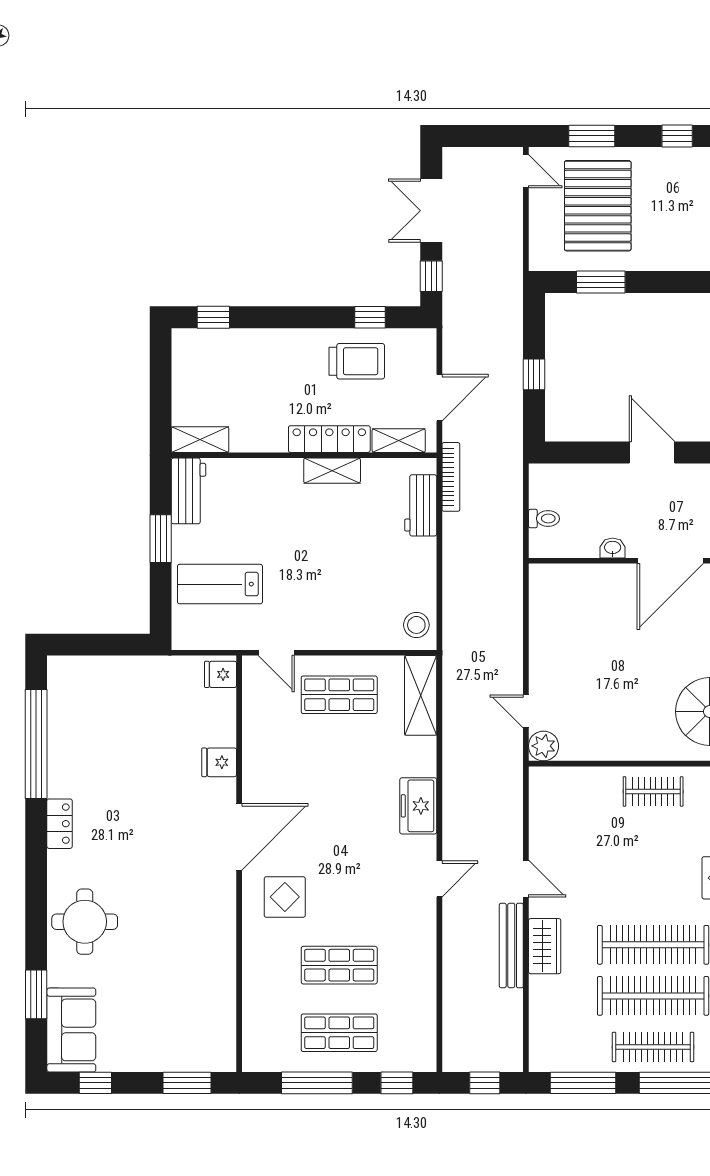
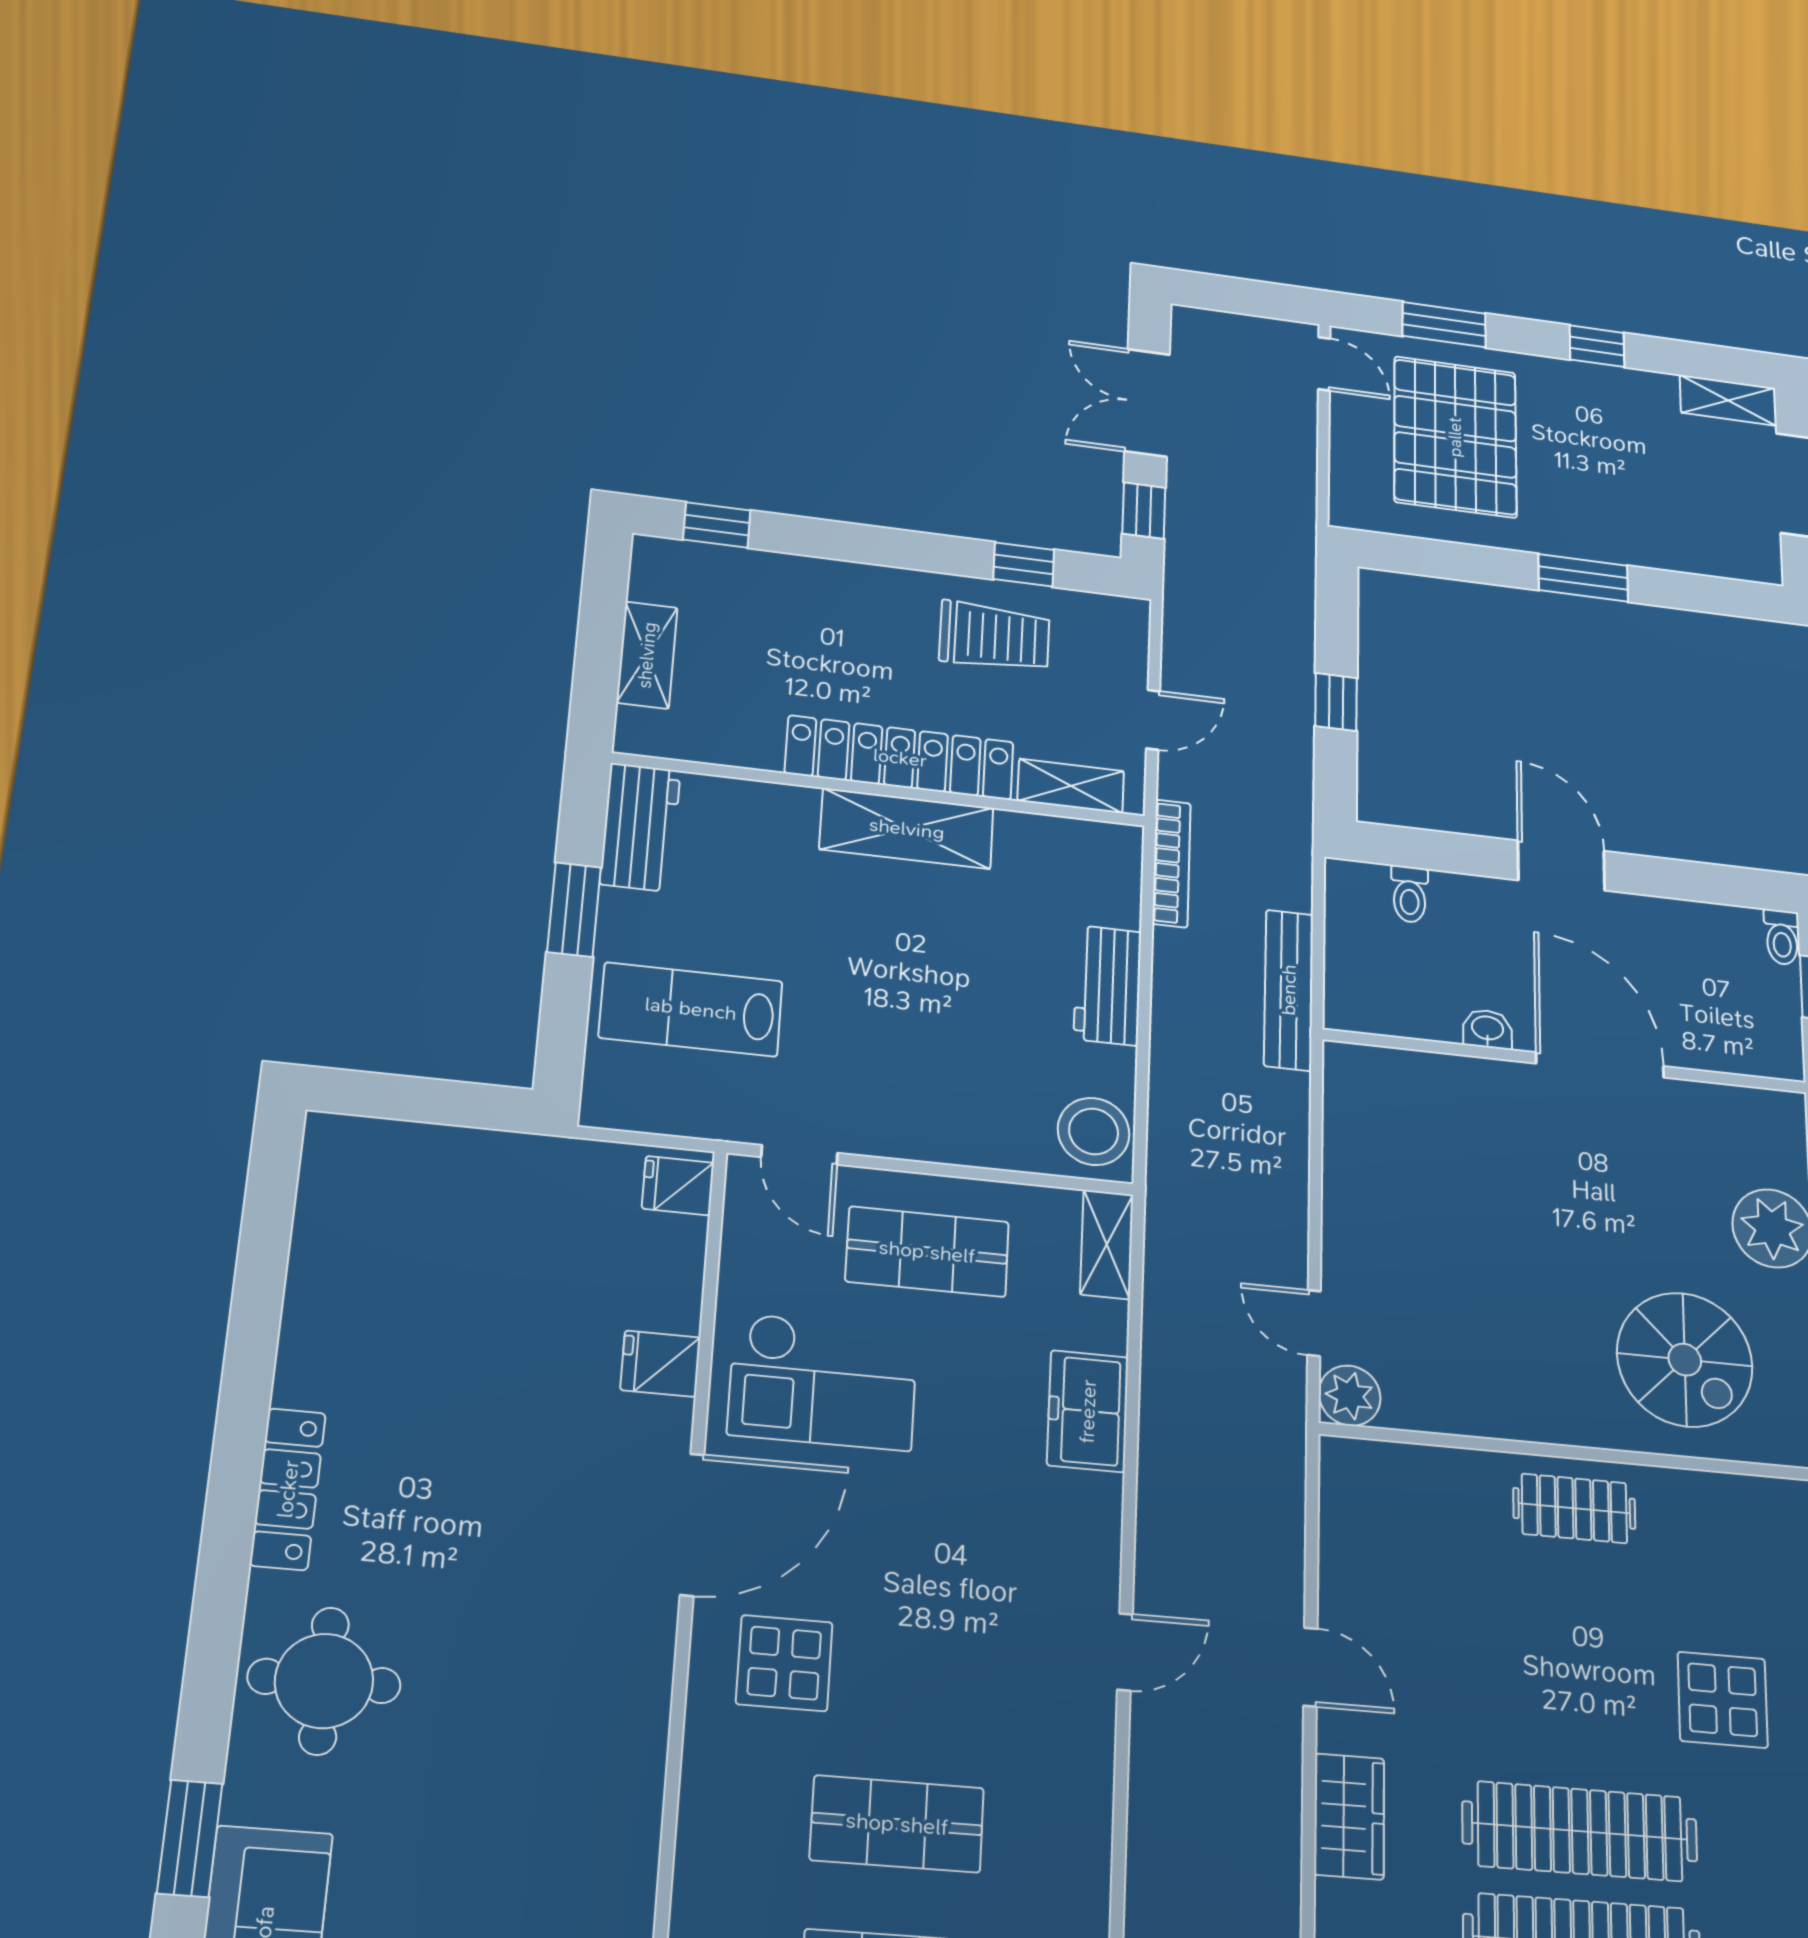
window: (601, 282) -> (1583, 578), moved
door: (439, 398) -> (1153, 720), width x0.73
locker: (329, 439) -> (900, 758), width x1.41, depth x1.21
shelving: (200, 440) -> (647, 655), moved, turned 90
shelving: (332, 471) -> (907, 829), width x1.50, depth x1.33
workbench: (421, 505) -> (1108, 985), moved
toilet: (544, 519) -> (1410, 894), moved, turned 90
door: (670, 561) -> (1600, 1065), swing flipped
stool: (416, 625) -> (1094, 1131), width x1.38, depth x1.38
shelving: (421, 695) -> (1107, 1244), width x0.67, depth x0.75
window: (36, 744) -> (259, 1287), removed
checkout: (294, 763) -> (823, 1382), added
freezer: (418, 806) -> (1088, 1411), moved
locker: (60, 824) -> (288, 1489), width x1.53
bench: (511, 945) -> (1289, 990), moved

